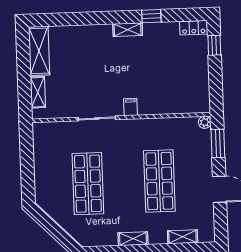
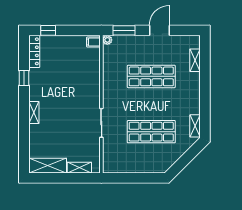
locker: (194, 28) -> (34, 51), width x1.53
shelving: (128, 30) -> (34, 112), moved
filing cabinet: (131, 107) -> (93, 42), moved
shelving: (133, 239) -> (195, 126), moved

